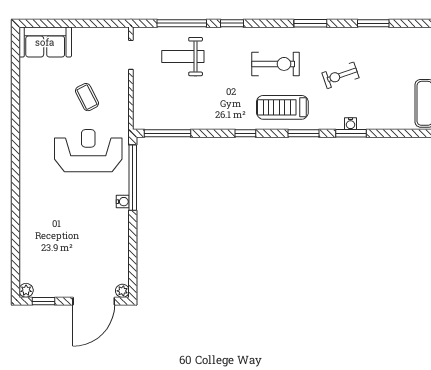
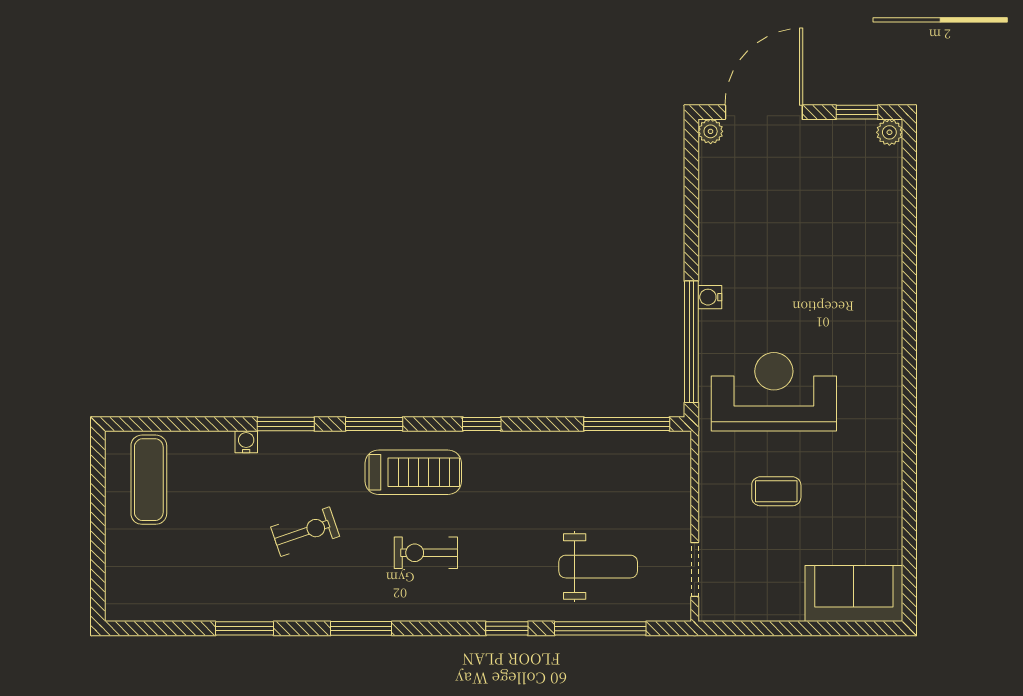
exercise bike: (276, 64) -> (426, 553), width x0.73, depth x0.72
coffee table: (87, 97) -> (776, 491), turned -63
water cooler: (350, 124) -> (246, 442), moved
reception desk: (88, 151) -> (774, 392), turned 180

